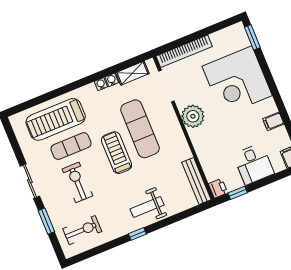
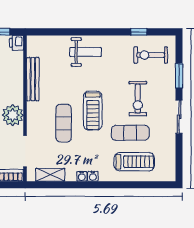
water cooler: (112, 80) -> (93, 176), moved
treadmill: (56, 119) -> (134, 162), width x0.73, depth x0.73
exercise mat: (140, 129) -> (64, 123), width x0.73, depth x0.69
bench: (196, 181) -> (33, 79), moved
window: (137, 234) -> (139, 32), moved

